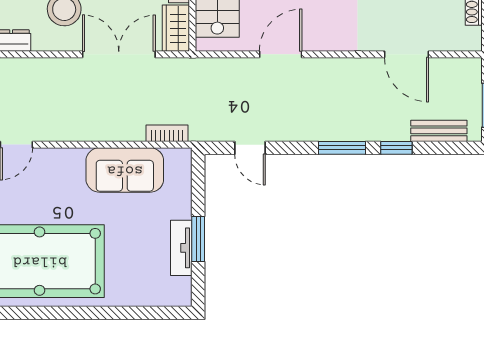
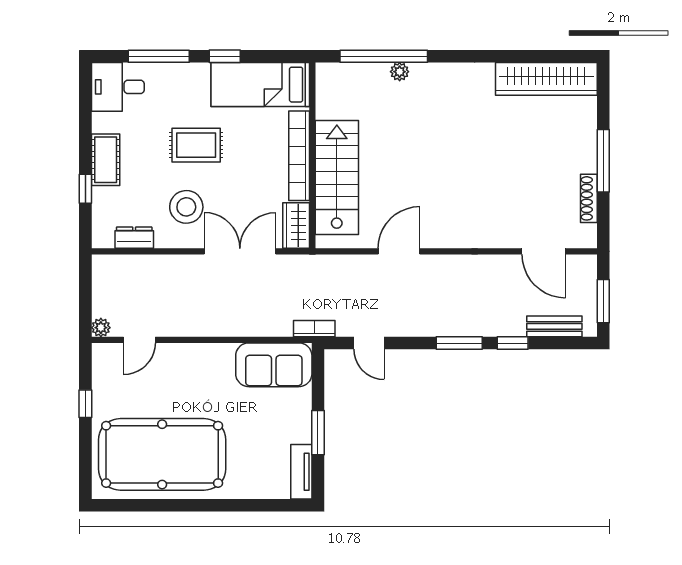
door: (406, 54) -> (544, 251), moved
bookcase: (167, 133) -> (314, 329), moved
sofa: (125, 170) -> (274, 365), moved
tv unit: (181, 248) -> (301, 472), moved

